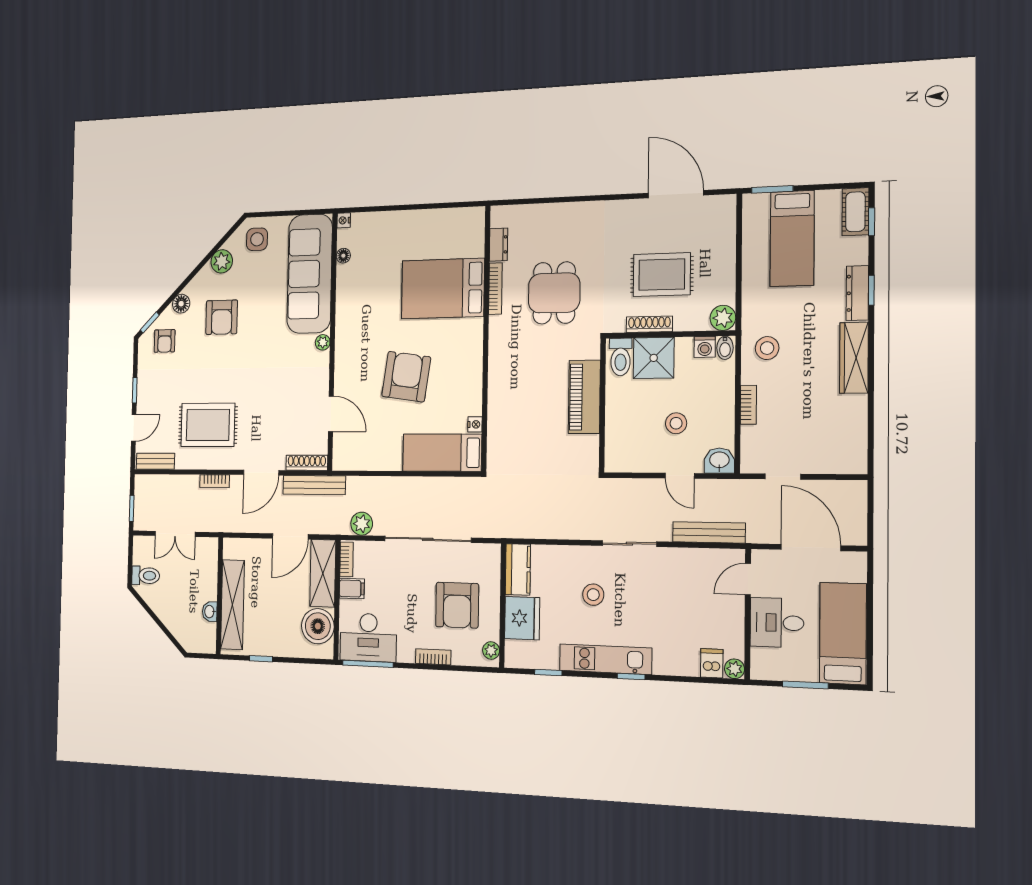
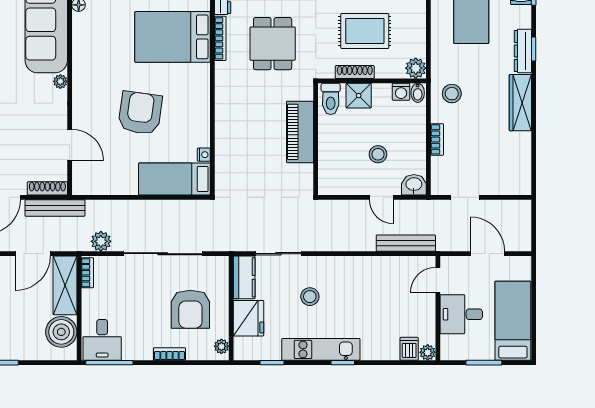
shower: (654, 358) -> (359, 96), width x0.73, depth x0.73
sliding door: (629, 544) -> (278, 254), moved
door: (811, 548) -> (488, 254), width x0.73
filing cabinet: (352, 589) -> (93, 298), removed
desk: (368, 637) -> (102, 340), width x0.73

